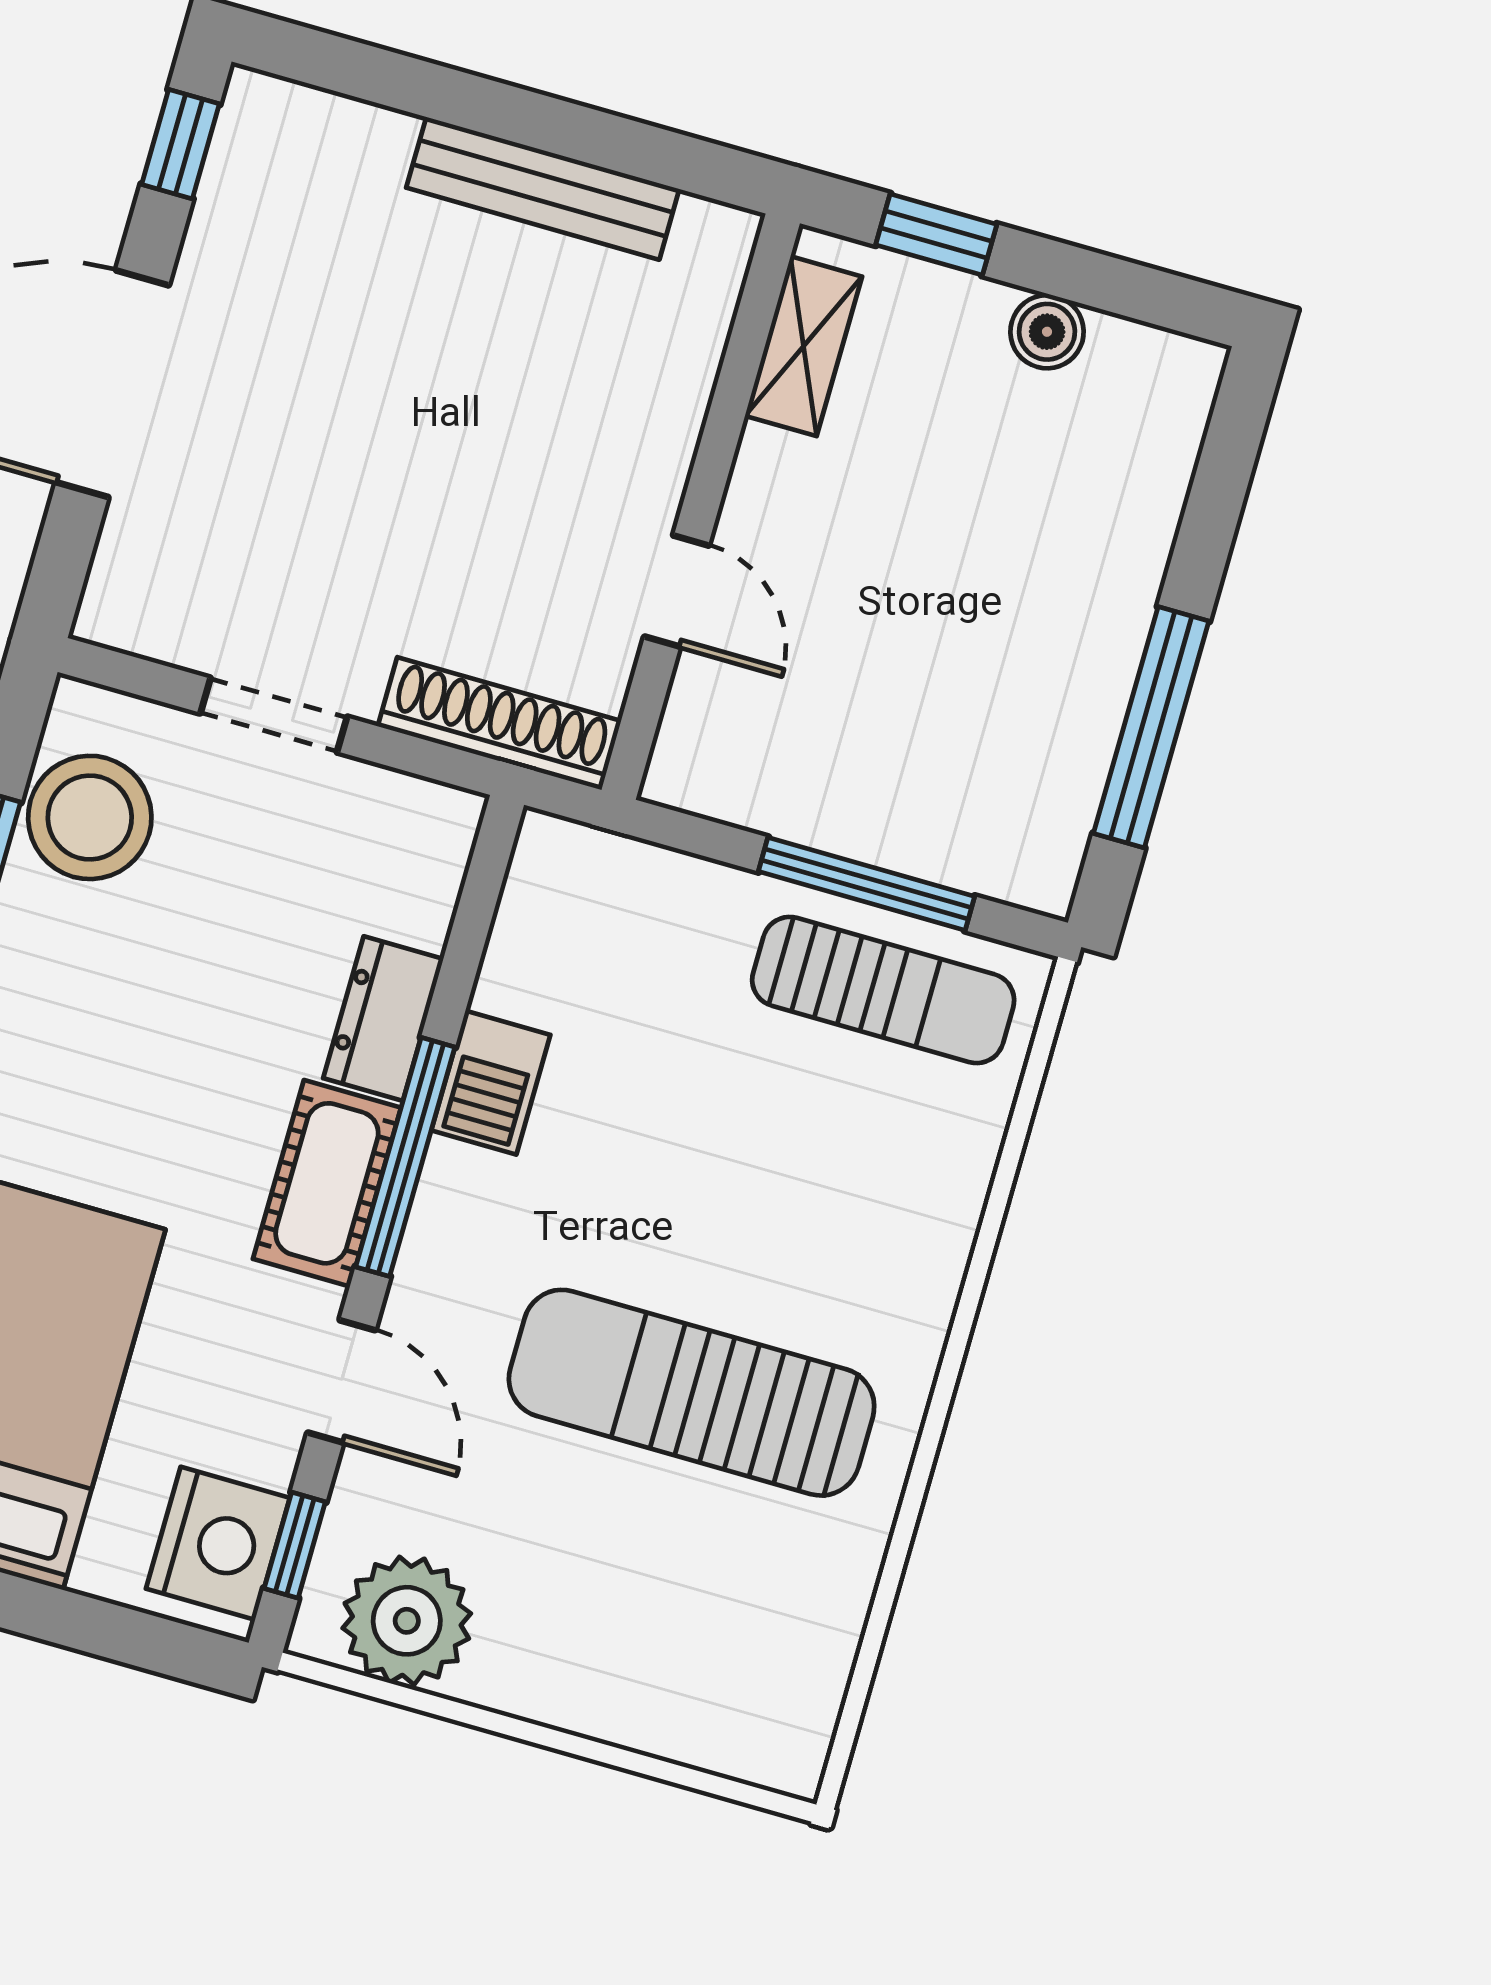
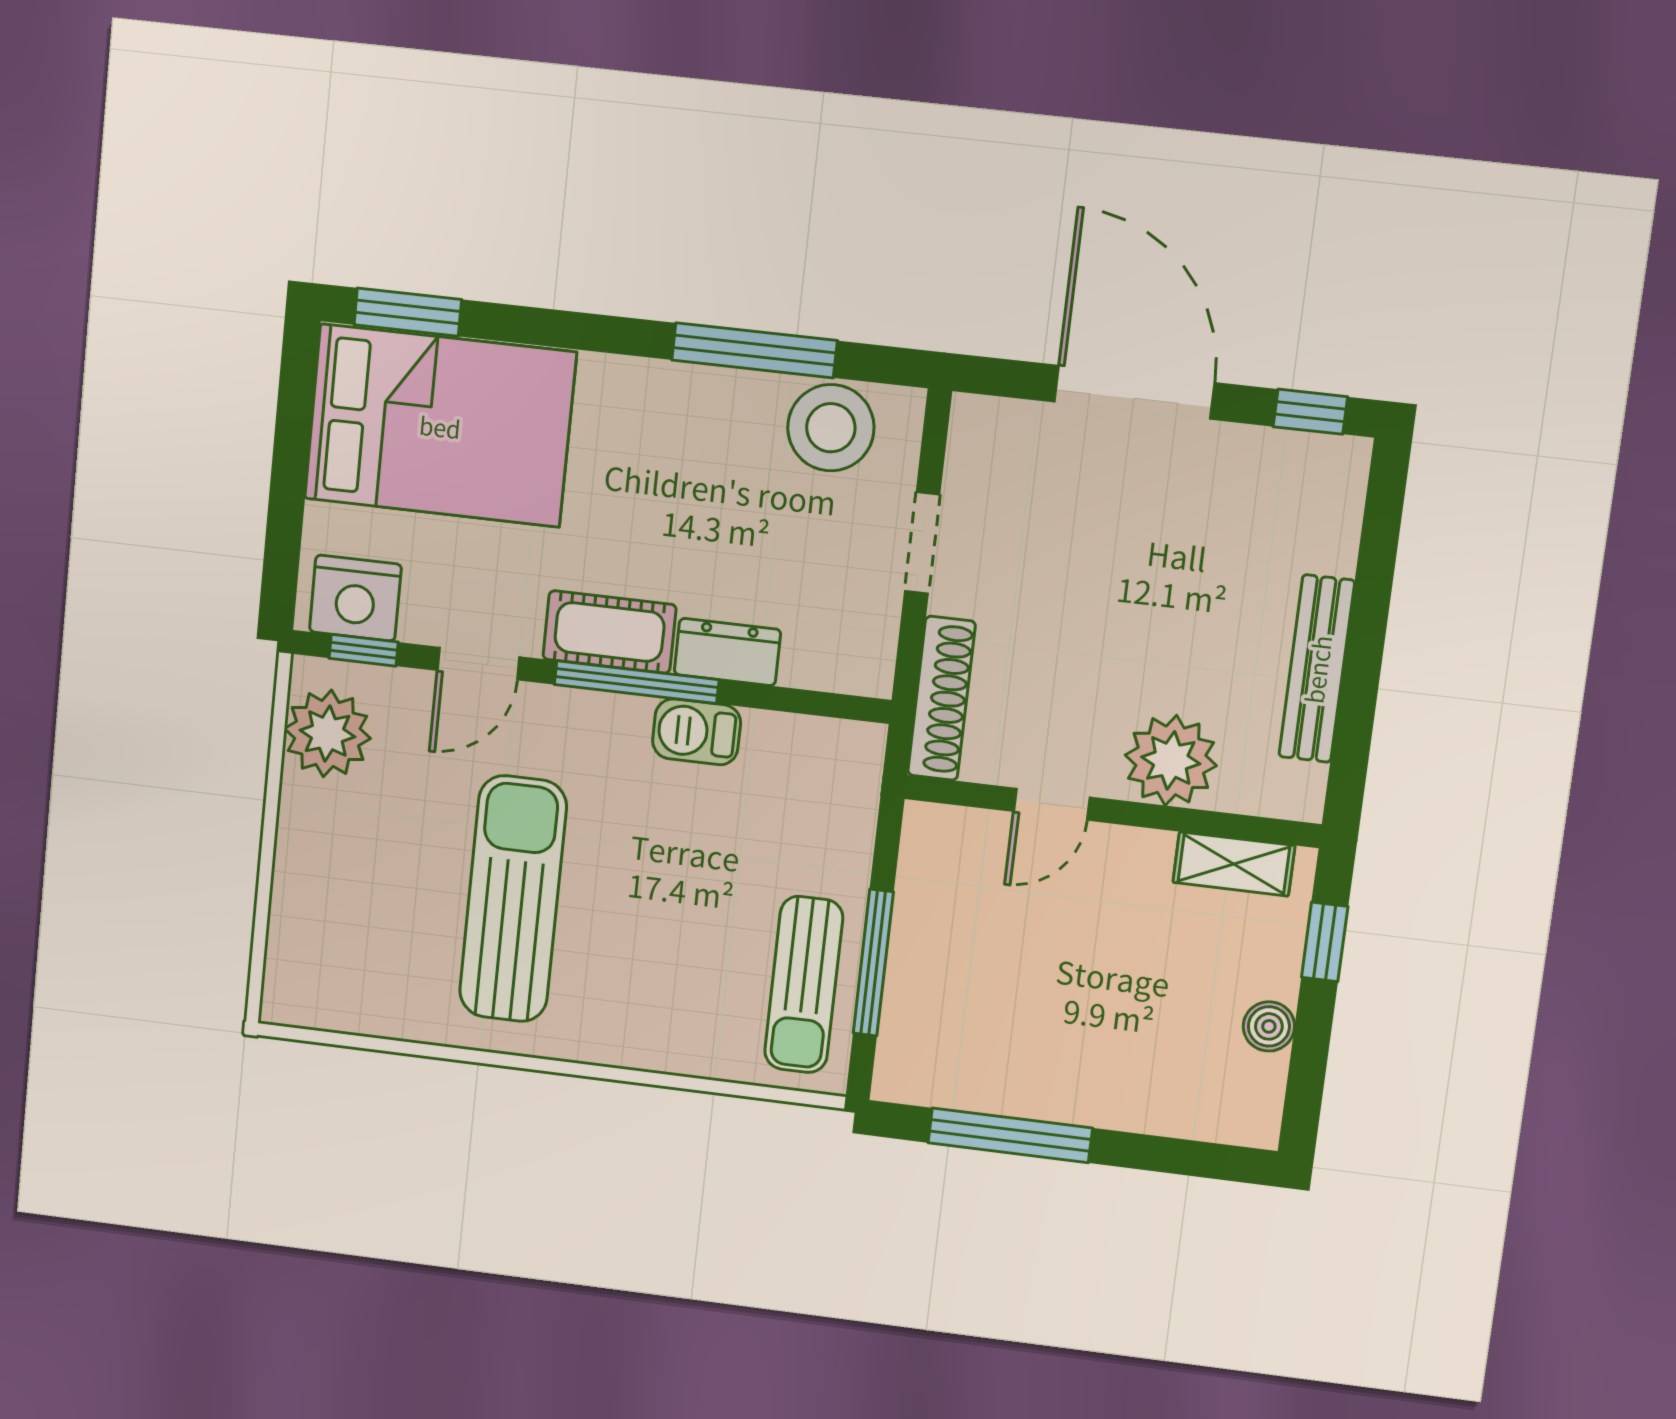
plant: (640, 413) -> (1171, 760), added

